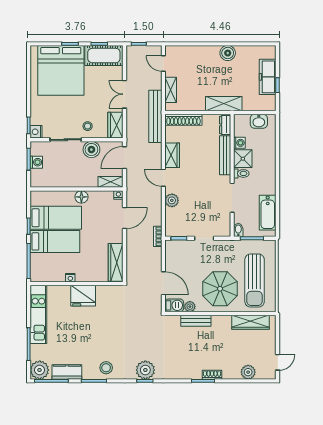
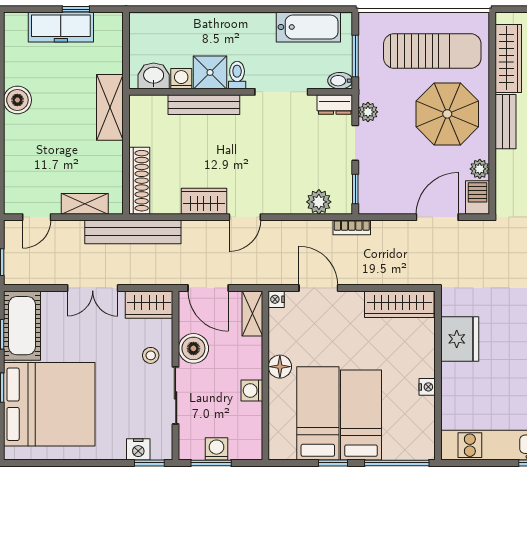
washbasin: (259, 121) -> (154, 76), moved, turned -90
dresser: (225, 125) -> (335, 105), moved
nightstand: (36, 132) -> (138, 449), moved
washing machine: (68, 182) -> (252, 391), added
plant: (172, 200) -> (319, 202), moved
plant: (221, 245) -> (368, 112), added
fridge: (83, 296) -> (460, 339), moved
bench: (196, 321) -> (506, 122), moved

